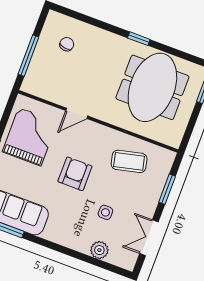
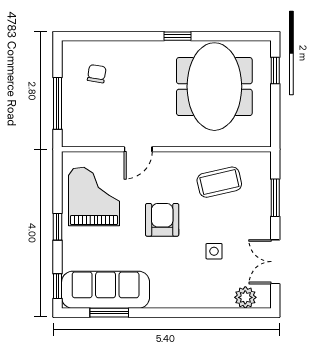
plant: (99, 250) -> (245, 297), moved

